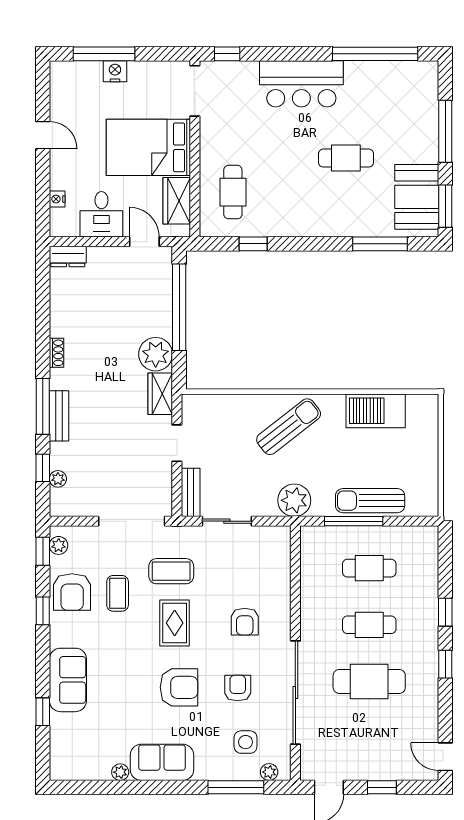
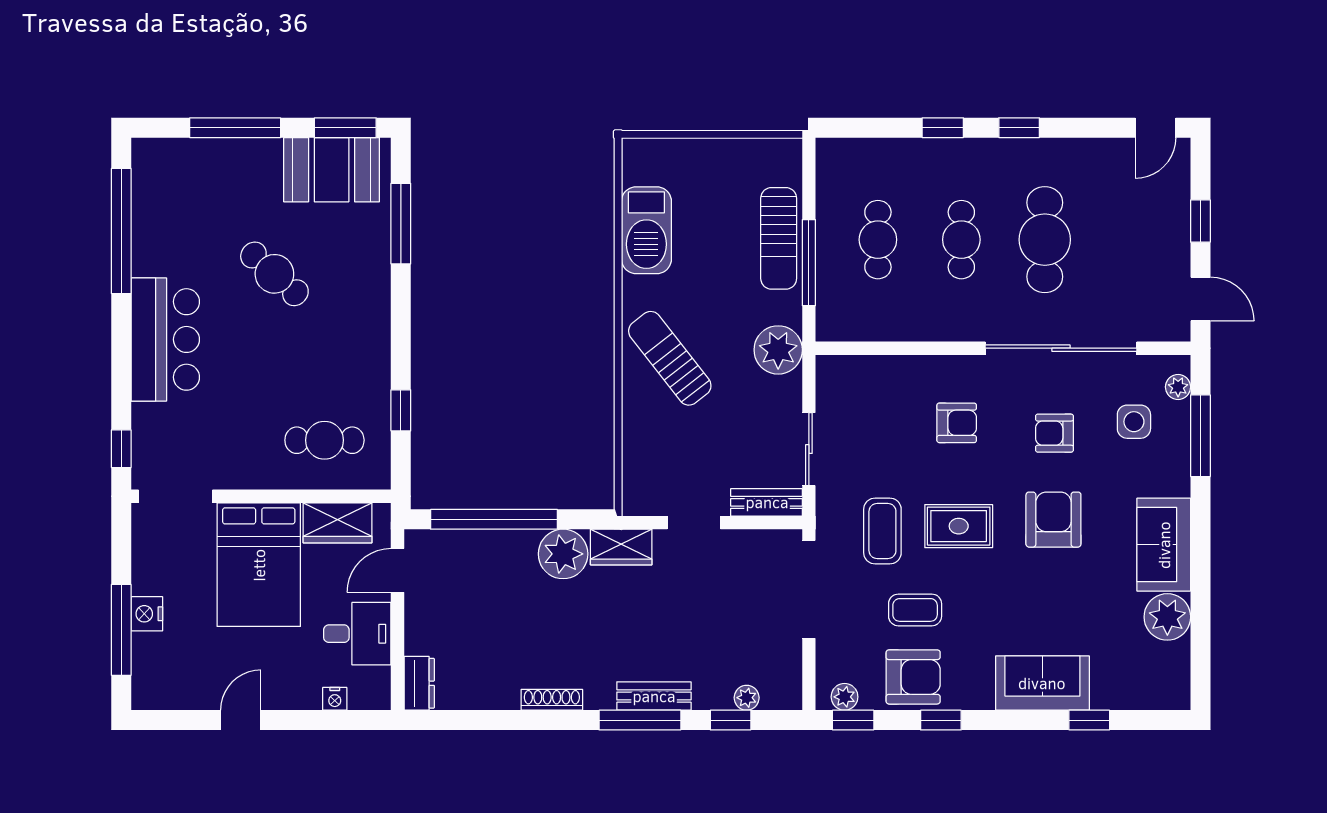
cafe table: (346, 158) -> (274, 274), turned -48
shoe rack: (57, 353) -> (552, 700), width x1.43
plant: (120, 772) -> (1167, 617), width x1.87, depth x1.87

